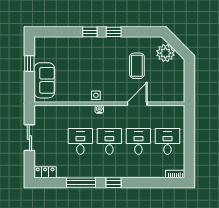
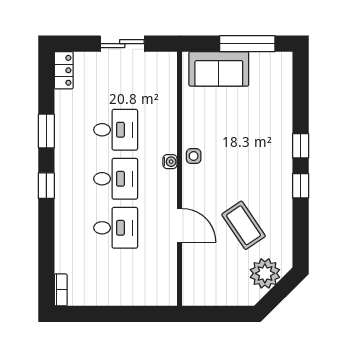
window: (29, 64) -> (247, 44), width x2.17
coffee table: (137, 66) -> (243, 225), turned 56
desk: (167, 141) -> (116, 277), removed
window: (81, 183) -> (46, 131), width x0.69

